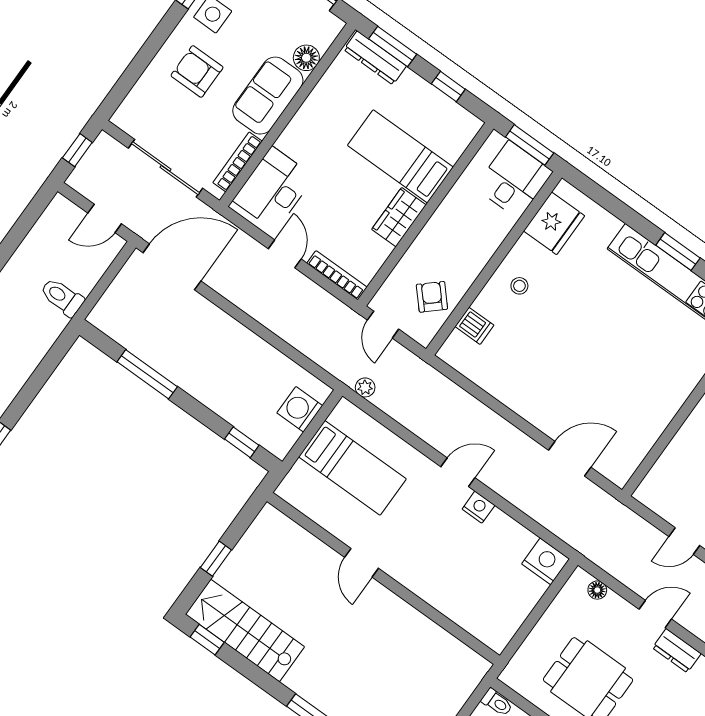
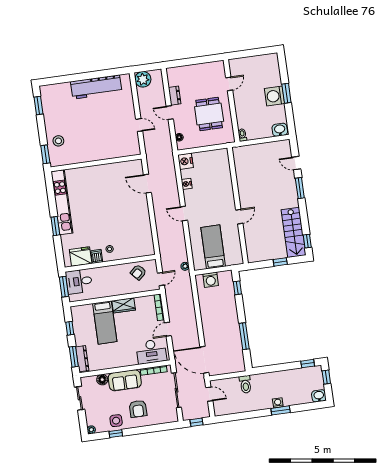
window: (678, 252) -> (55, 226), moved
dishwasher: (474, 326) -> (97, 256), moved
nightstand: (478, 507) -> (187, 184), moved

